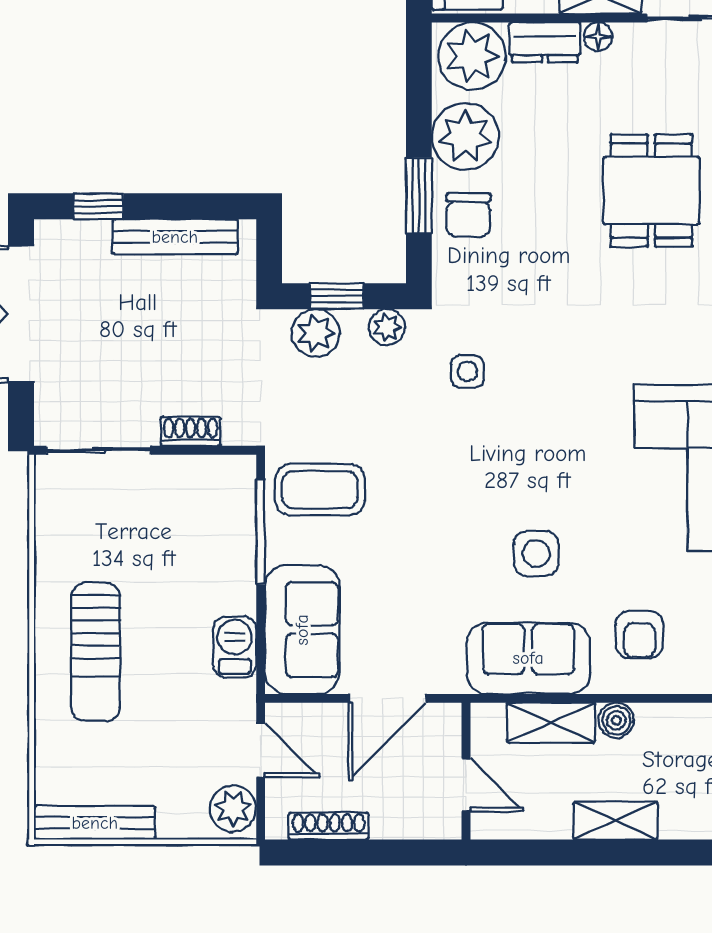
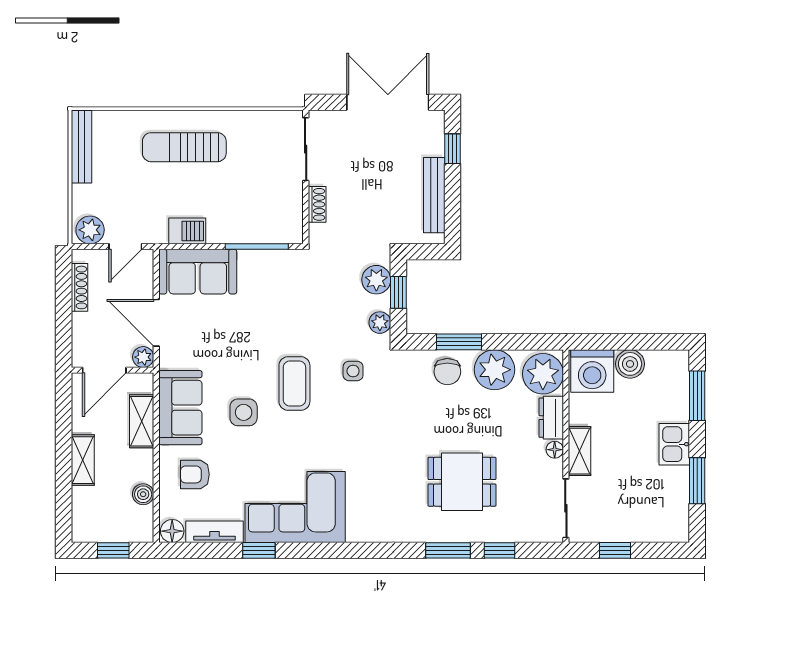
chair: (468, 215) -> (447, 372), turned -90
coffee table: (320, 490) -> (294, 384), moved
plant: (444, 720) -> (143, 357), added
boiler: (616, 720) -> (143, 494), moved
door: (466, 785) -> (104, 370), width x1.38

